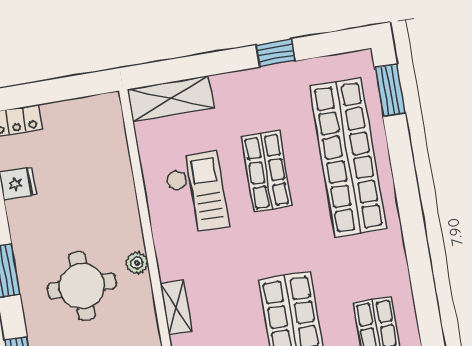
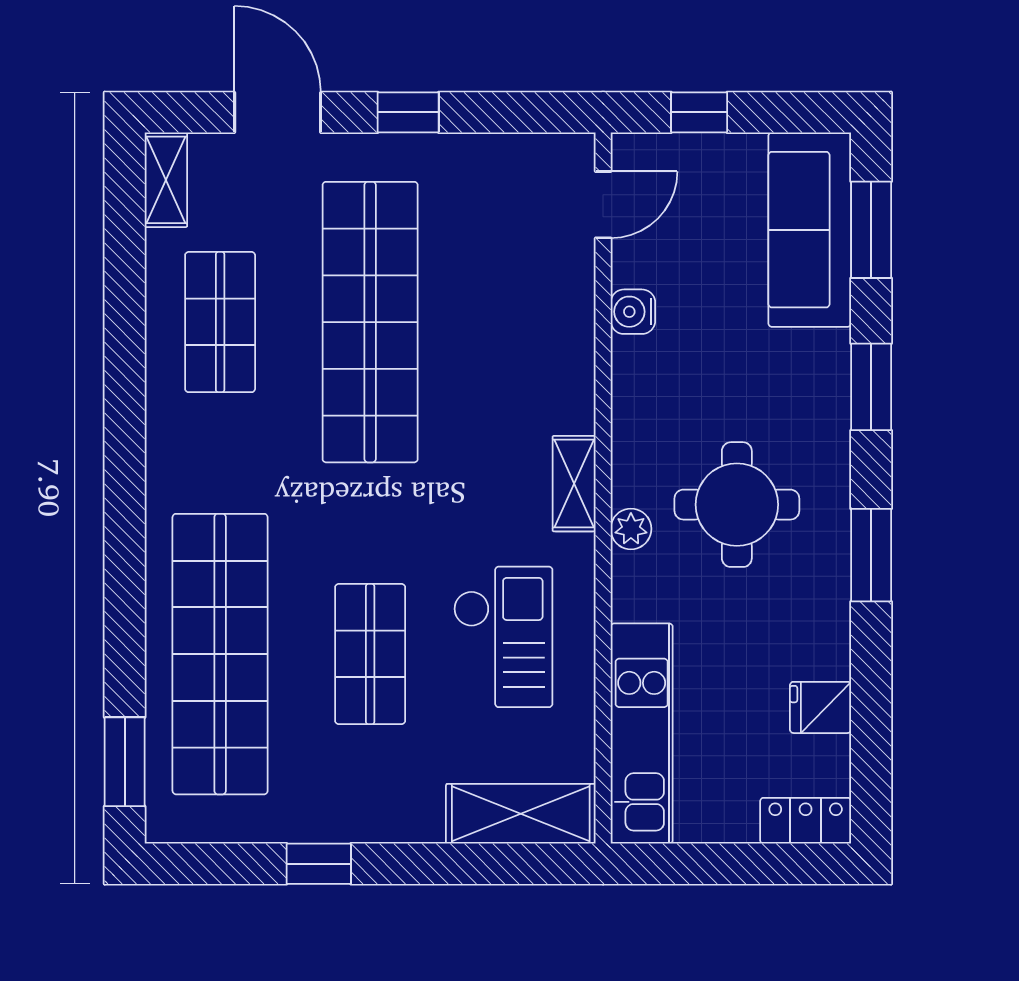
kitchen unit: (112, 153) -> (642, 734), added
checkout: (196, 193) -> (503, 637), turned 180
shelving: (176, 307) -> (574, 484), moved

